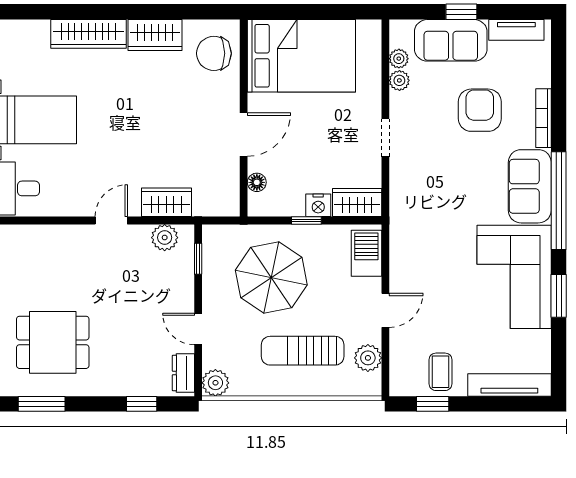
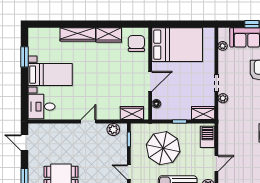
chair: (214, 53) -> (136, 43), turned 90
plant: (399, 80) -> (223, 98), moved
wardrobe: (166, 202) -> (132, 113), moved
nightstand: (318, 205) -> (185, 114), removed

